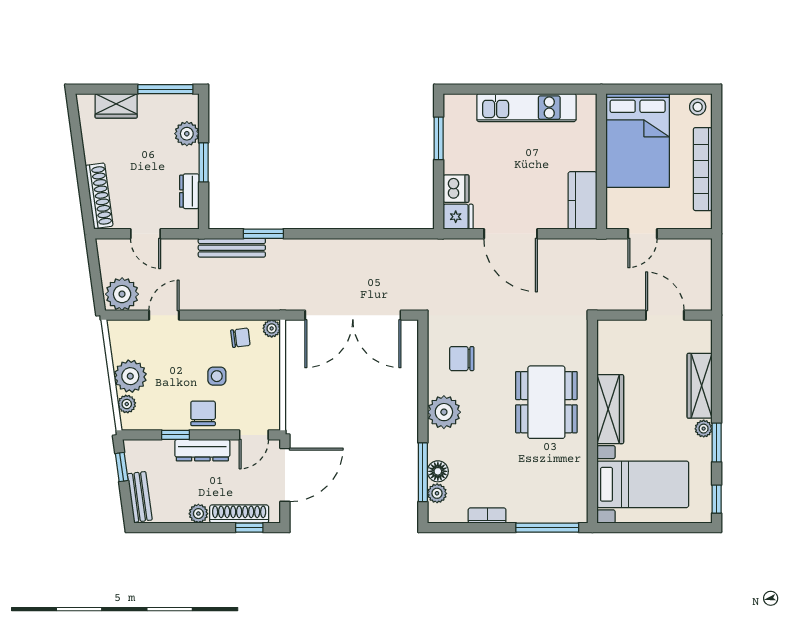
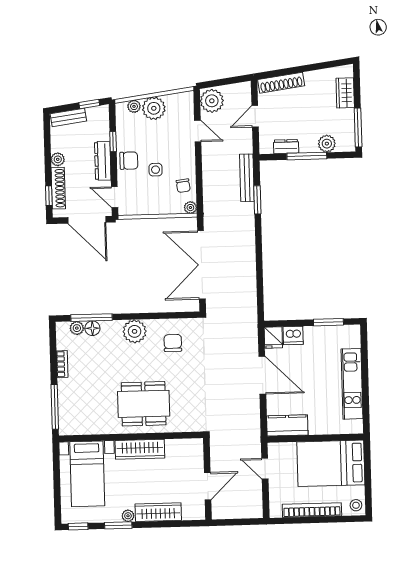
window: (204, 162) -> (307, 156), width x1.44
door: (511, 234) -> (262, 375), swing flipped

